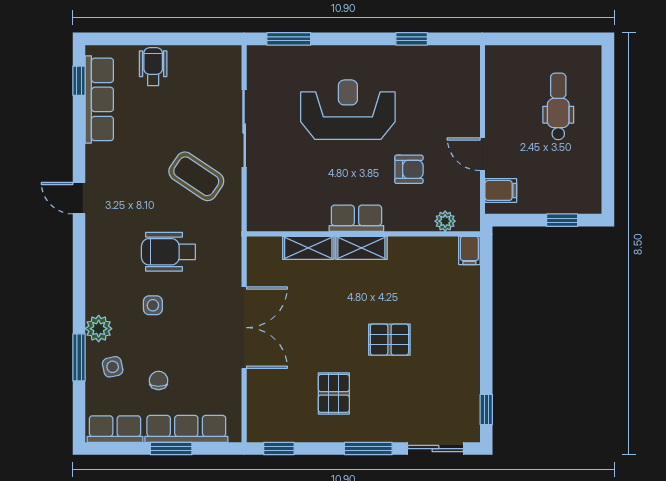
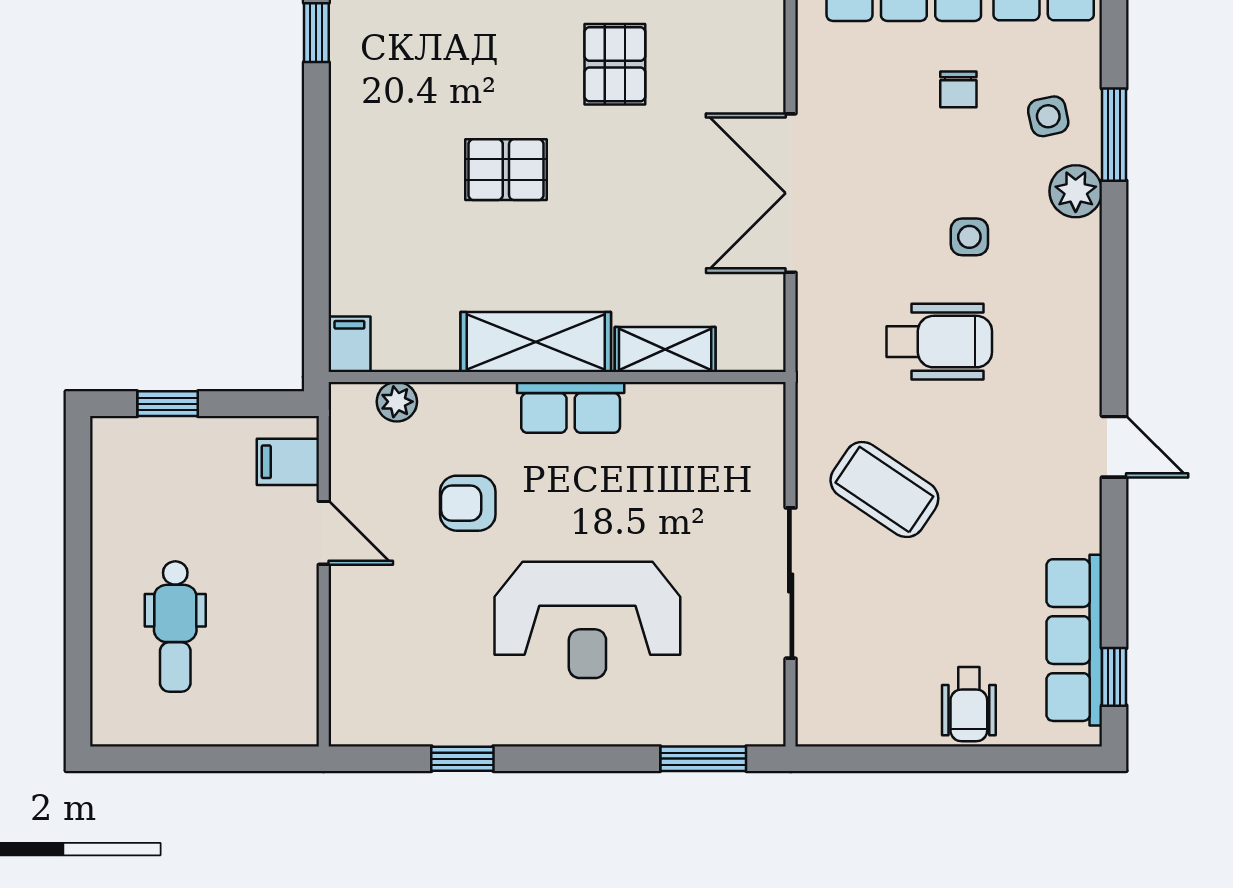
shelving: (361, 248) -> (536, 342), width x1.50, depth x1.33

